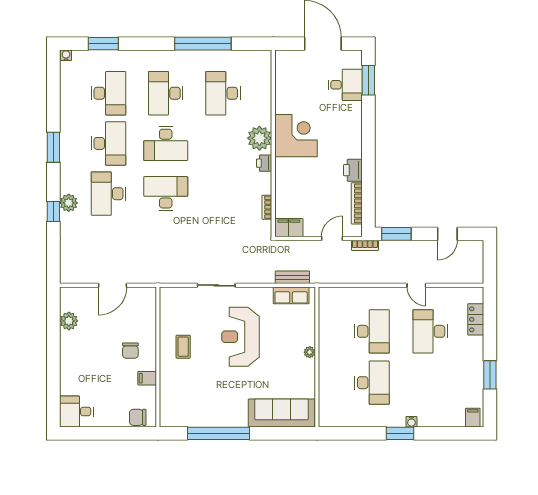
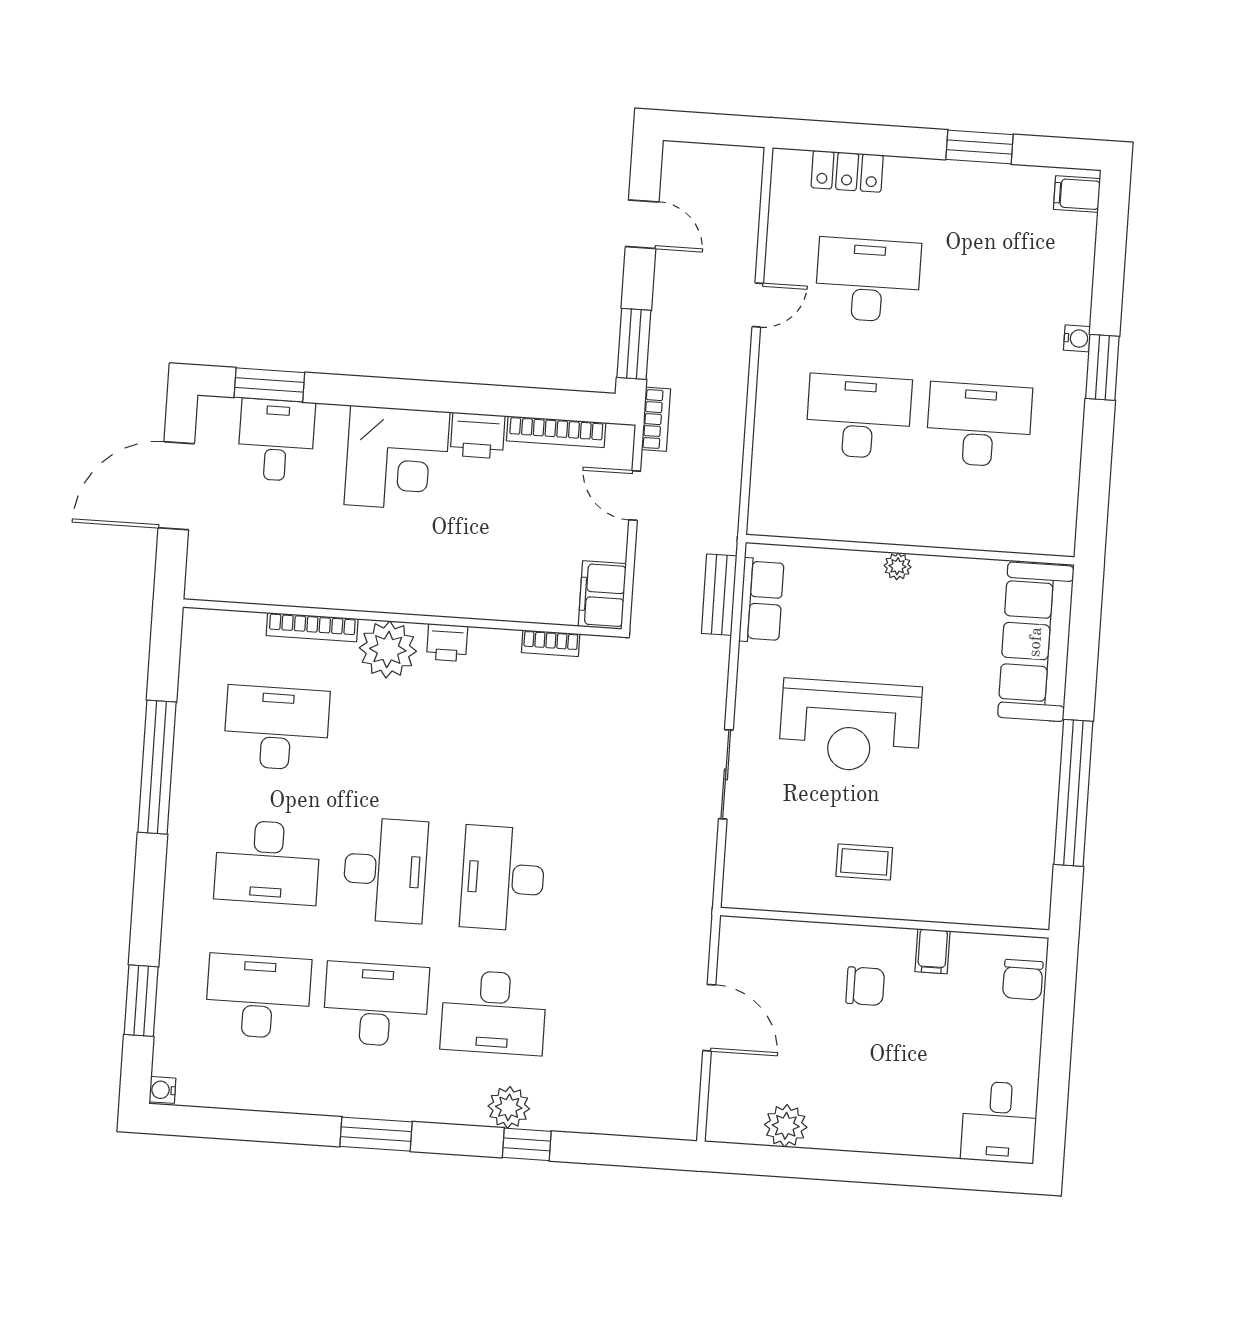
desk: (223, 93) -> (277, 728), turned 180
bookcase: (267, 105) -> (312, 627), added
corner desk: (296, 136) -> (397, 458), moved, turned 180
desk: (430, 331) -> (868, 280), turned 180

